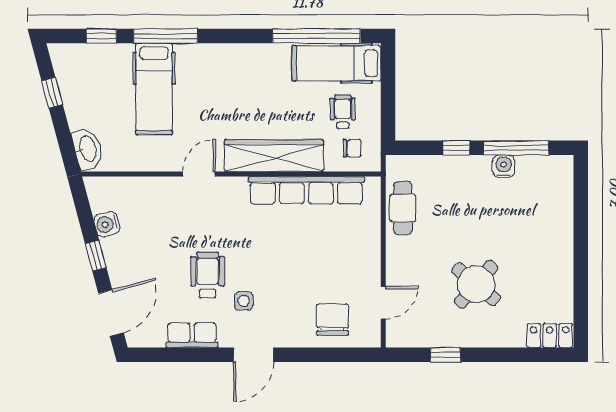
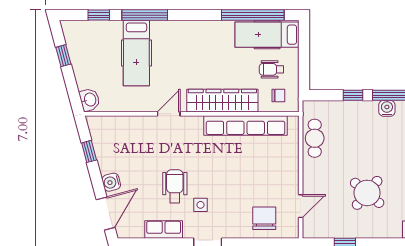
wheelchair: (343, 112) -> (272, 69), turned -90
washbasin: (87, 149) -> (90, 100), width x0.72
water cooler: (107, 224) -> (111, 182), moved
window: (96, 256) -> (89, 151), moved

